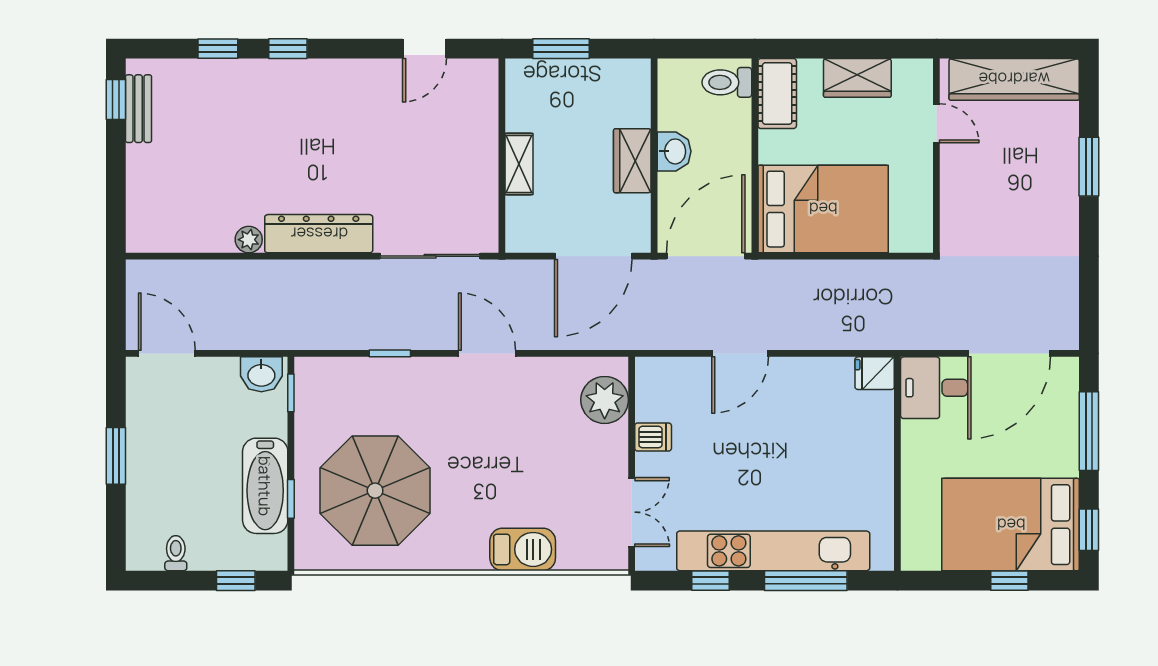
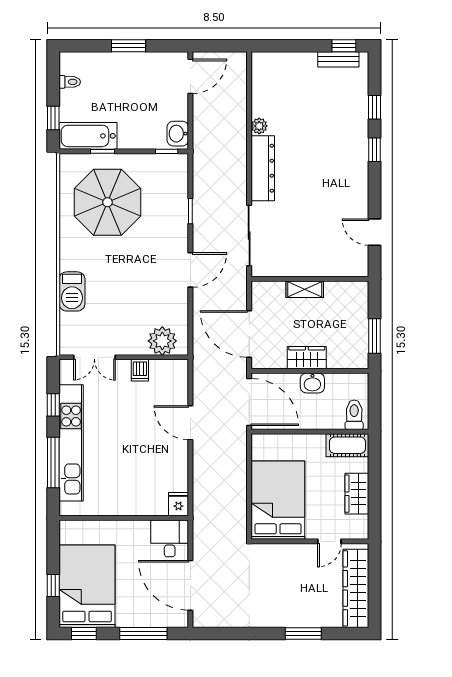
window: (561, 49) -> (375, 336), moved
bed: (823, 209) -> (278, 500), moved, turned 180
bathtub: (265, 486) -> (88, 136), moved

